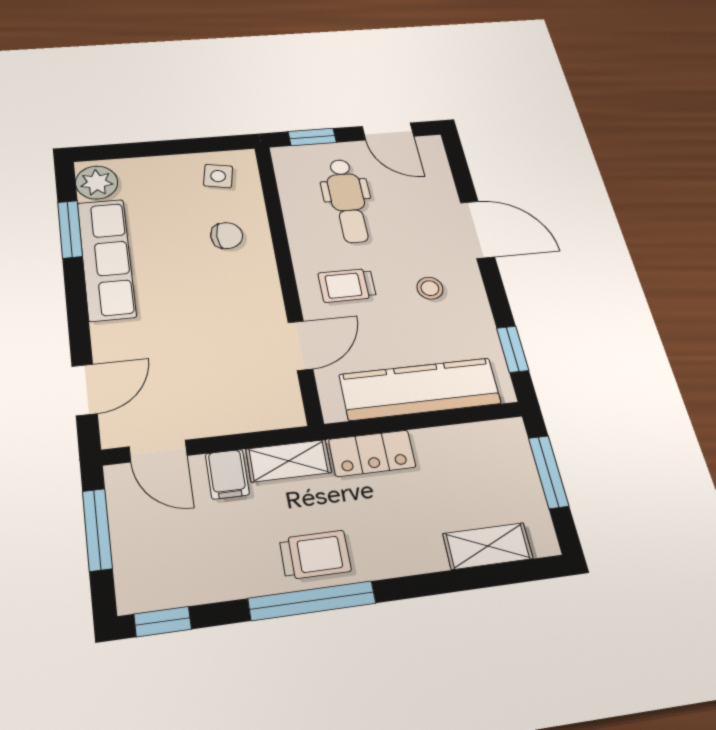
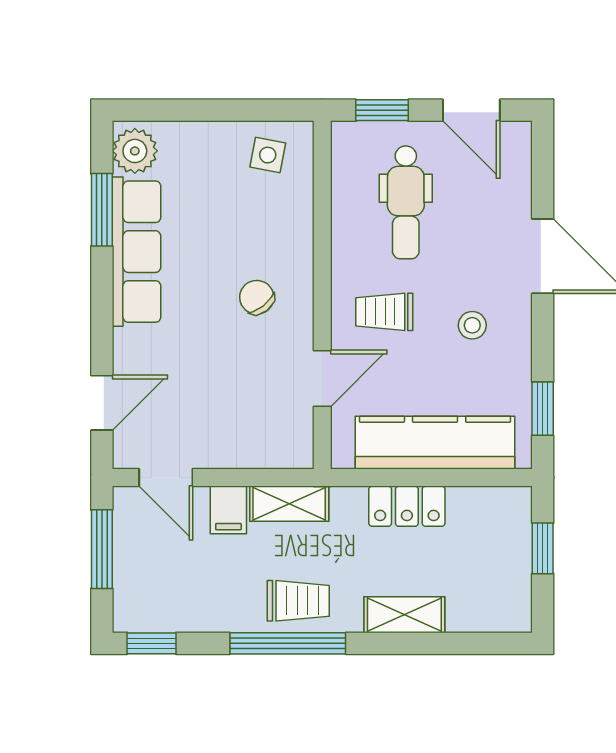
chair: (227, 236) -> (257, 297), moved, turned -128
locker: (372, 453) -> (407, 506), moved
window: (549, 472) -> (543, 548), width x0.67
shelving: (488, 546) -> (404, 615), moved

